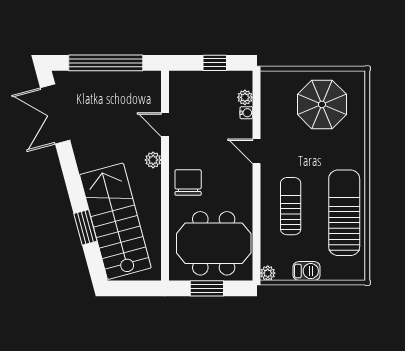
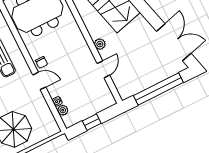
door: (165, 125) -> (103, 69), hinge flipped
chair: (188, 182) -> (42, 62), moved, width x0.54, depth x0.54

